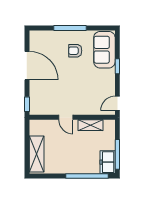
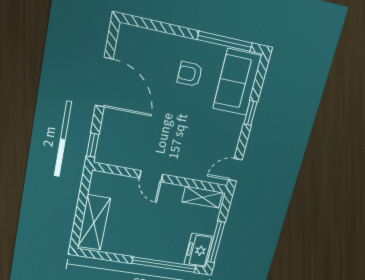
window: (70, 28) -> (225, 41), moved
shelving: (90, 125) -> (202, 197), moved

